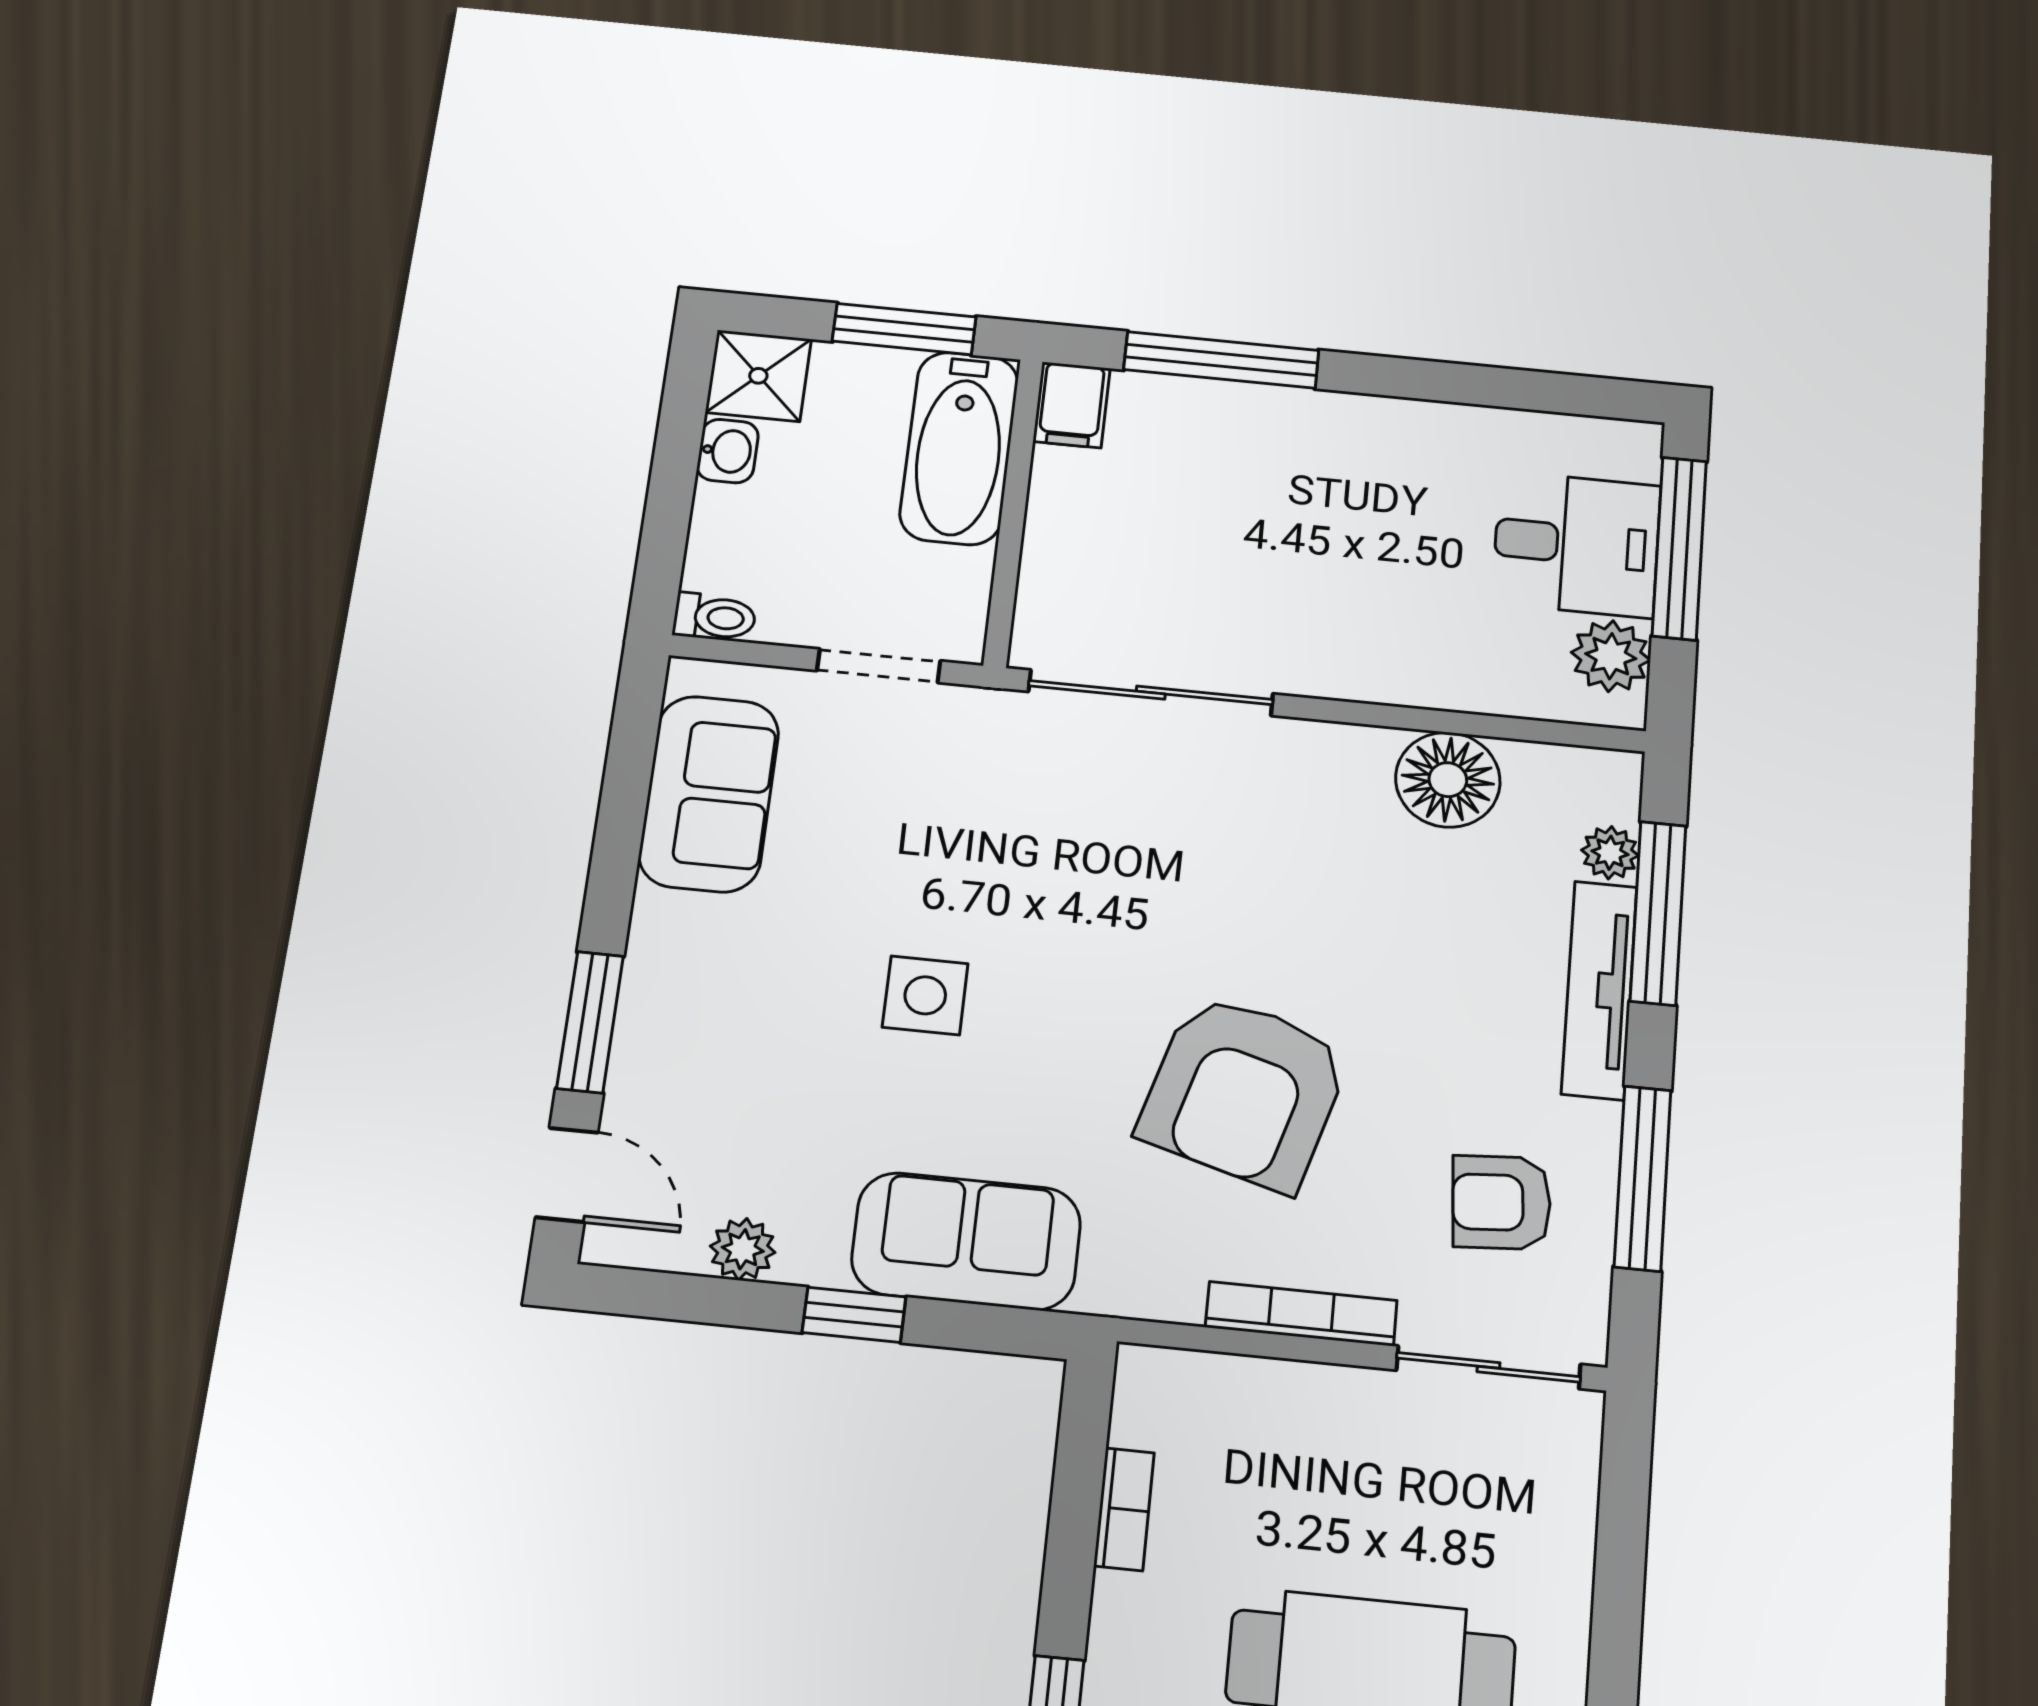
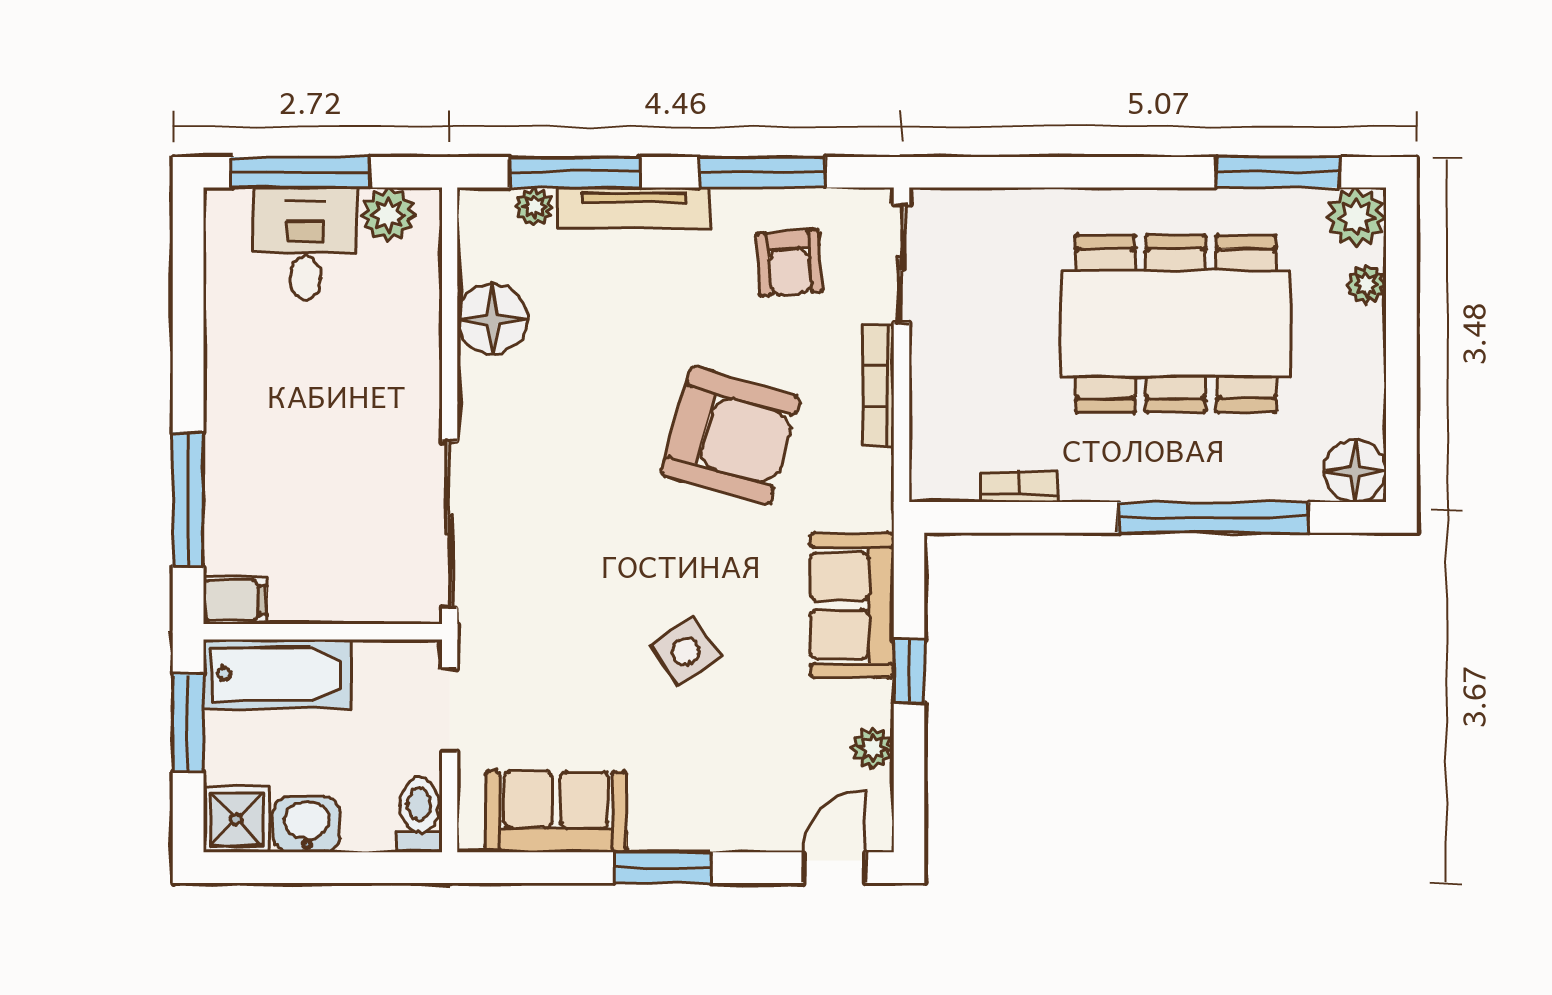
washbasin: (728, 451) -> (307, 824), width x1.38, depth x1.45
toilet: (715, 617) -> (419, 815), width x1.37, depth x1.39
side table: (925, 995) -> (685, 651), turned -35
window: (590, 1022) -> (663, 868), moved

